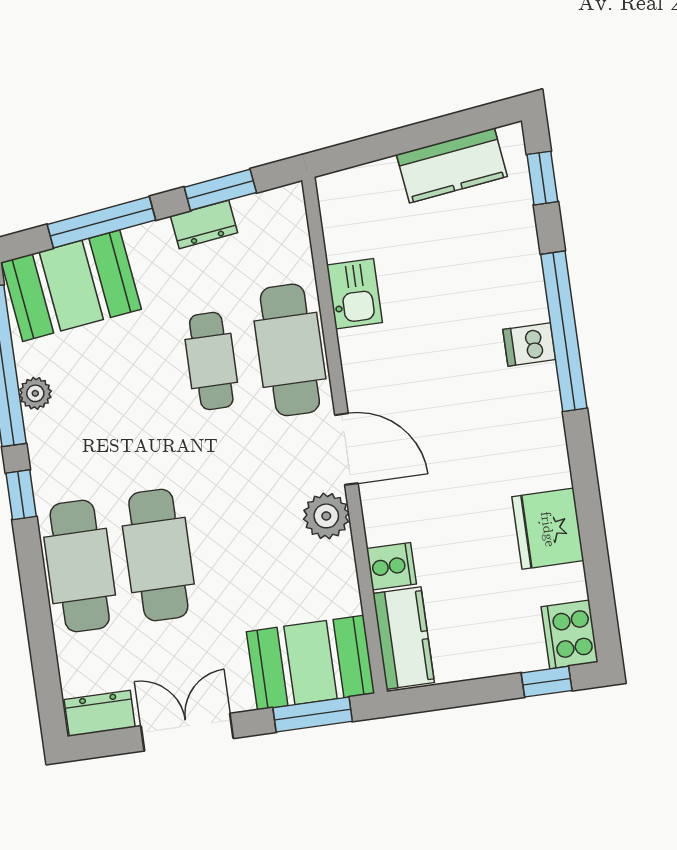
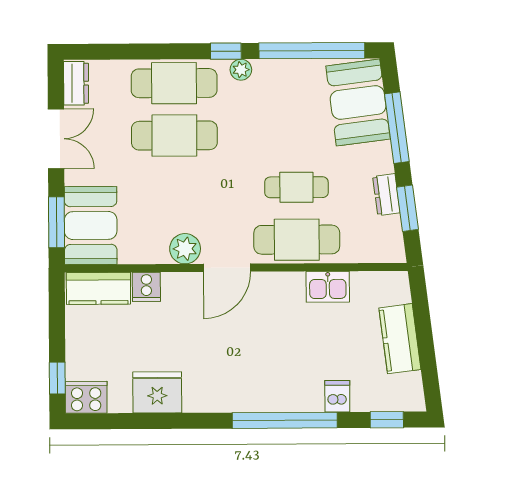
kitchen counter: (452, 165) -> (400, 339), moved
dishwasher: (529, 344) -> (337, 396), moved
plant: (35, 393) -> (241, 70), moved

